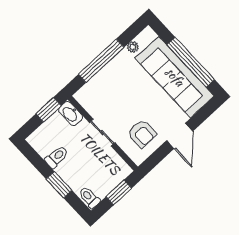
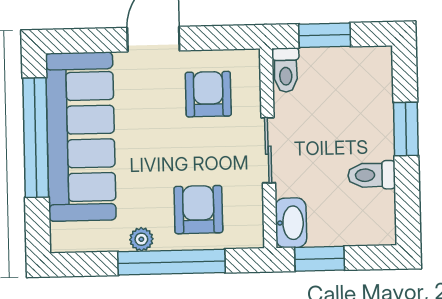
plant: (133, 47) -> (141, 239), moved
armchair: (108, 88) -> (198, 210), added
toilet: (89, 197) -> (286, 70), moved

